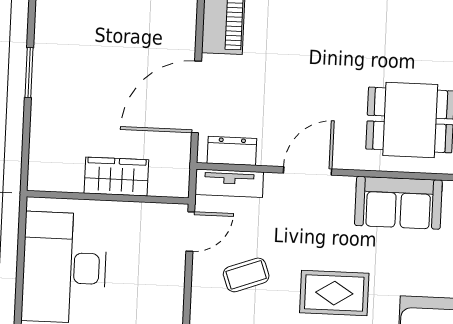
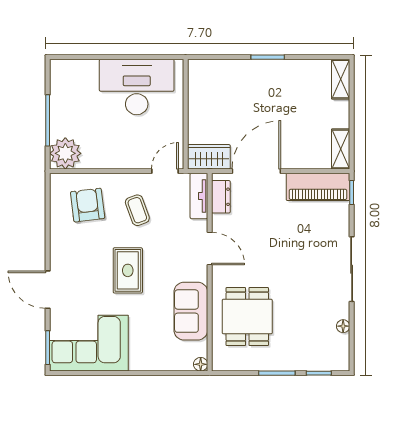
door: (196, 97) -> (256, 171), hinge flipped
wardrobe: (116, 177) -> (209, 157), moved, turned -90
door: (190, 232) -> (165, 171), swing flipped

